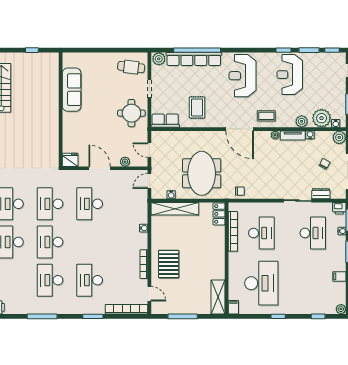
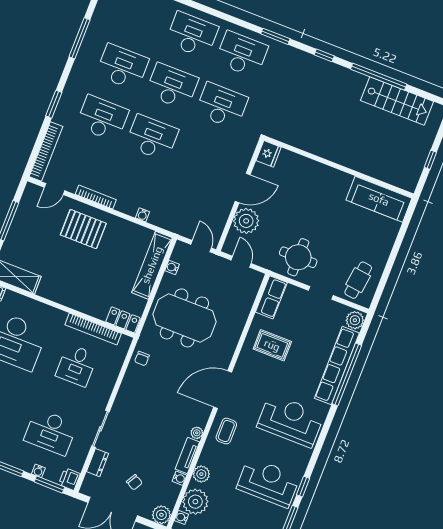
sofa: (72, 90) -> (379, 199), moved
door: (149, 150) -> (241, 262), hinge flipped
plant: (125, 162) -> (246, 221), width x1.88, depth x1.88
desk: (90, 204) -> (152, 138), moved
desk: (261, 233) -> (77, 365), width x0.73

